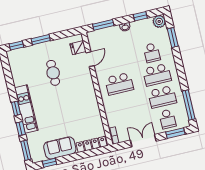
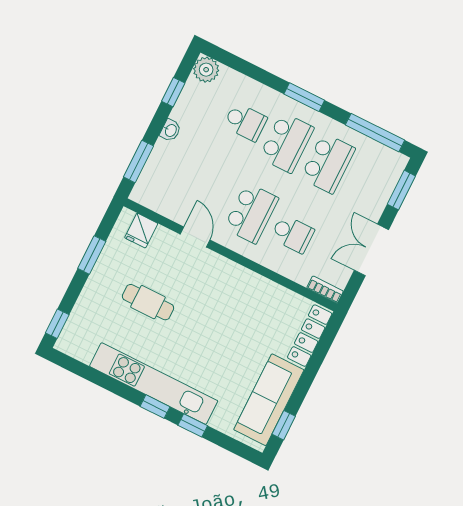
window: (173, 38) -> (304, 97), moved
window: (41, 40) -> (92, 255), moved
door: (90, 59) -> (195, 237), moved
kitchen unit: (26, 109) -> (154, 384), width x1.36
school desk: (167, 119) -> (292, 234), moved
sofa: (60, 148) -> (269, 400), width x1.36
window: (26, 150) -> (233, 446), removed

